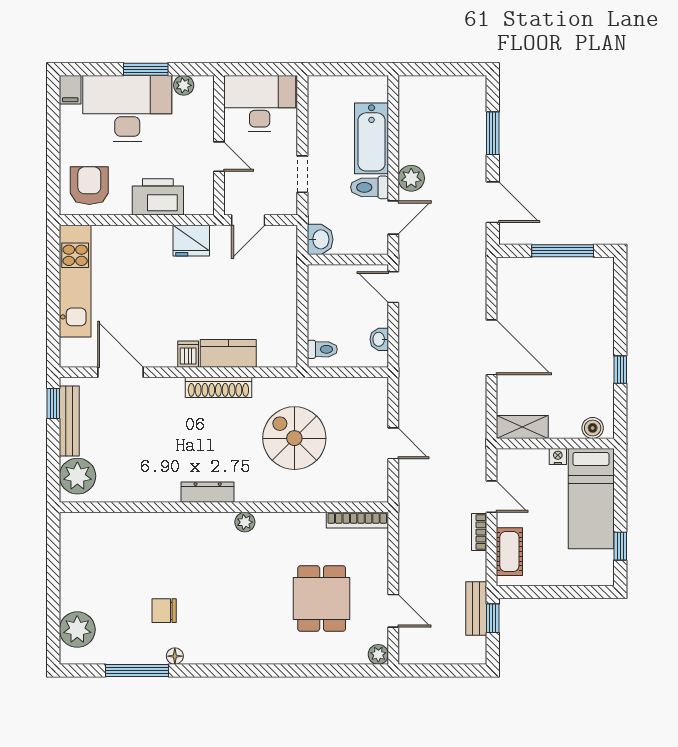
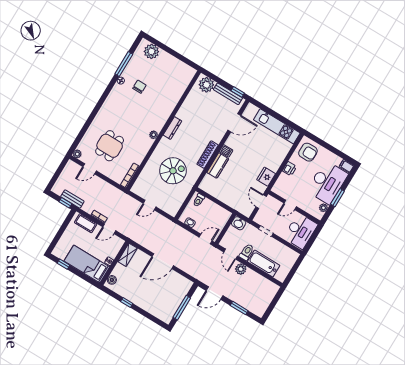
printer: (158, 197) -> (289, 169), width x0.53, depth x0.68
dining table: (322, 599) -> (110, 146), turned 90

